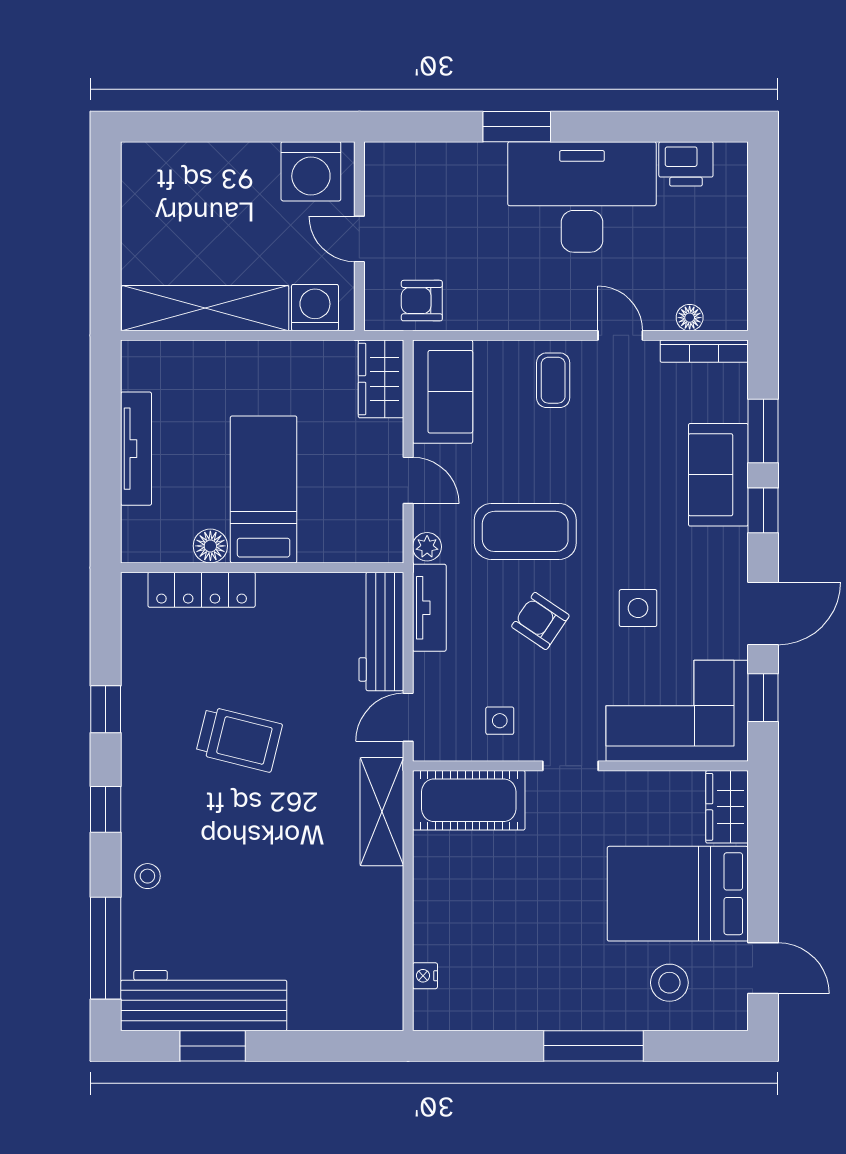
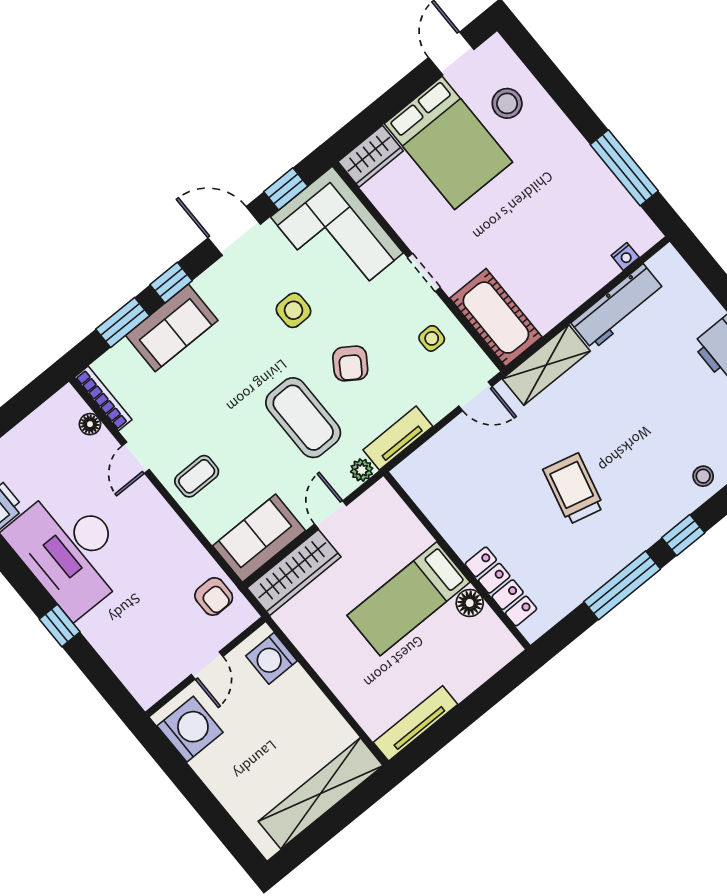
window: (517, 127) -> (60, 626), width x0.67
shelving: (205, 308) -> (321, 793), moved, turned 90
wardrobe: (381, 379) -> (294, 572), width x1.50
tv unit: (136, 449) -> (416, 723), moved
workbench: (381, 631) -> (618, 307), moved
window: (106, 709) -> (622, 585), width x2.17
window: (593, 1046) -> (624, 168), moved

